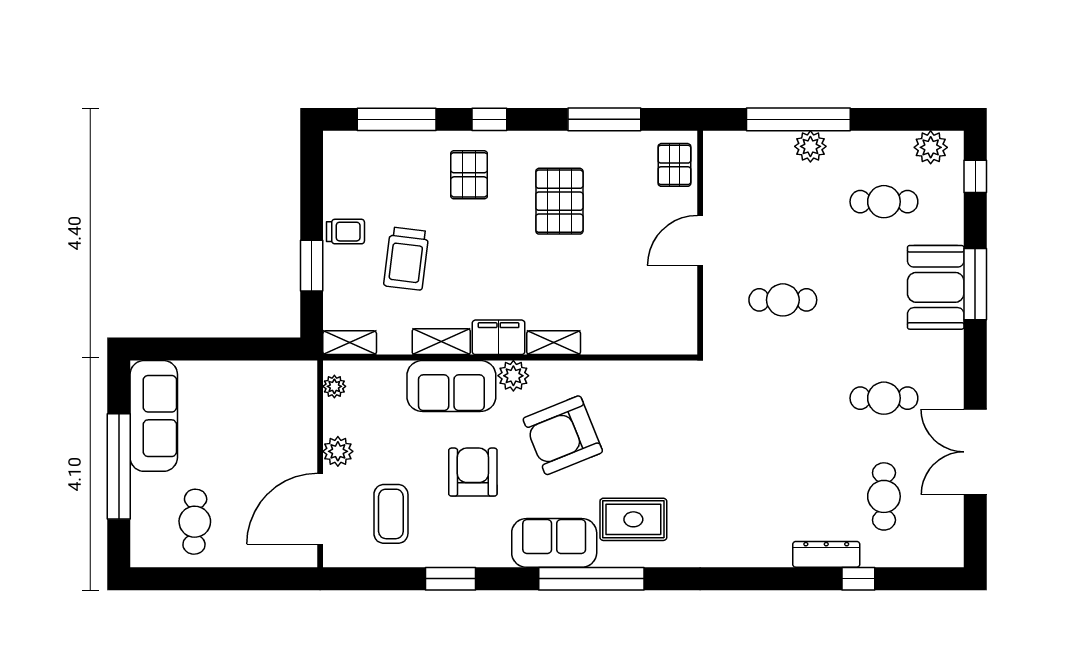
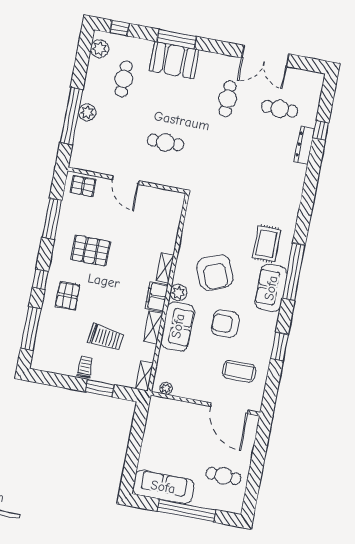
pallet: (469, 175) -> (68, 296), turned 90
cafe table: (783, 300) -> (165, 142), turned 90
plant: (338, 451) -> (201, 393), removed

